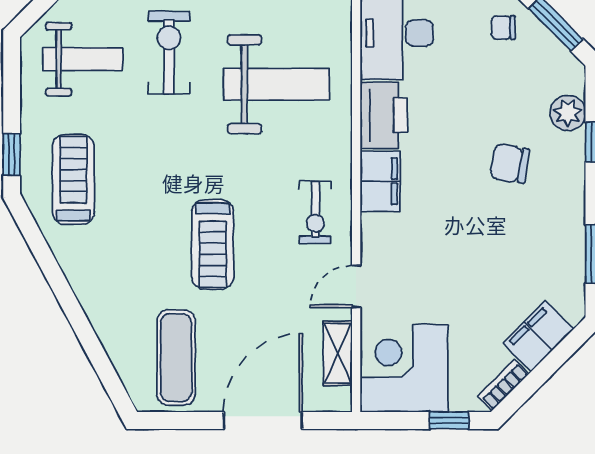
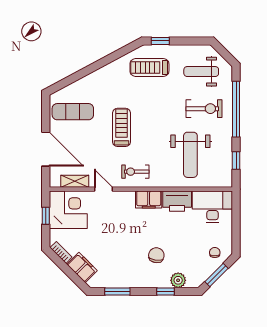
weight bench: (83, 59) -> (201, 72), turned 90
treadmill: (73, 179) -> (149, 67), turned 180
treadmill: (213, 244) -> (122, 127), turned 90
window: (449, 420) -> (46, 216), moved

